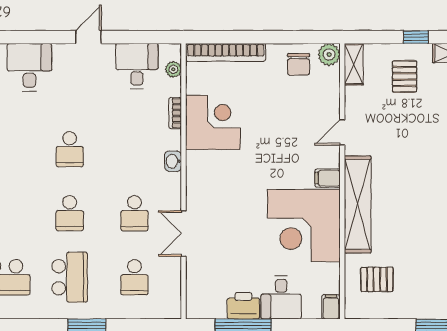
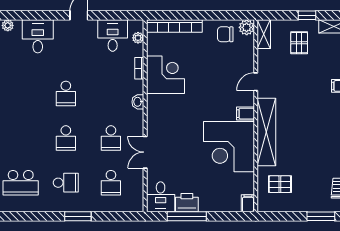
chair: (299, 64) -> (225, 34), turned 90
school desk: (70, 277) -> (66, 183), width x0.54
desk: (281, 297) -> (161, 197), moved

